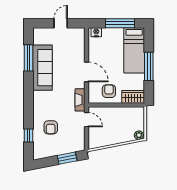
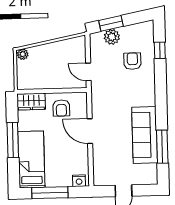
fireplace: (80, 100) -> (97, 96), removed
plant: (67, 147) -> (112, 37), added

